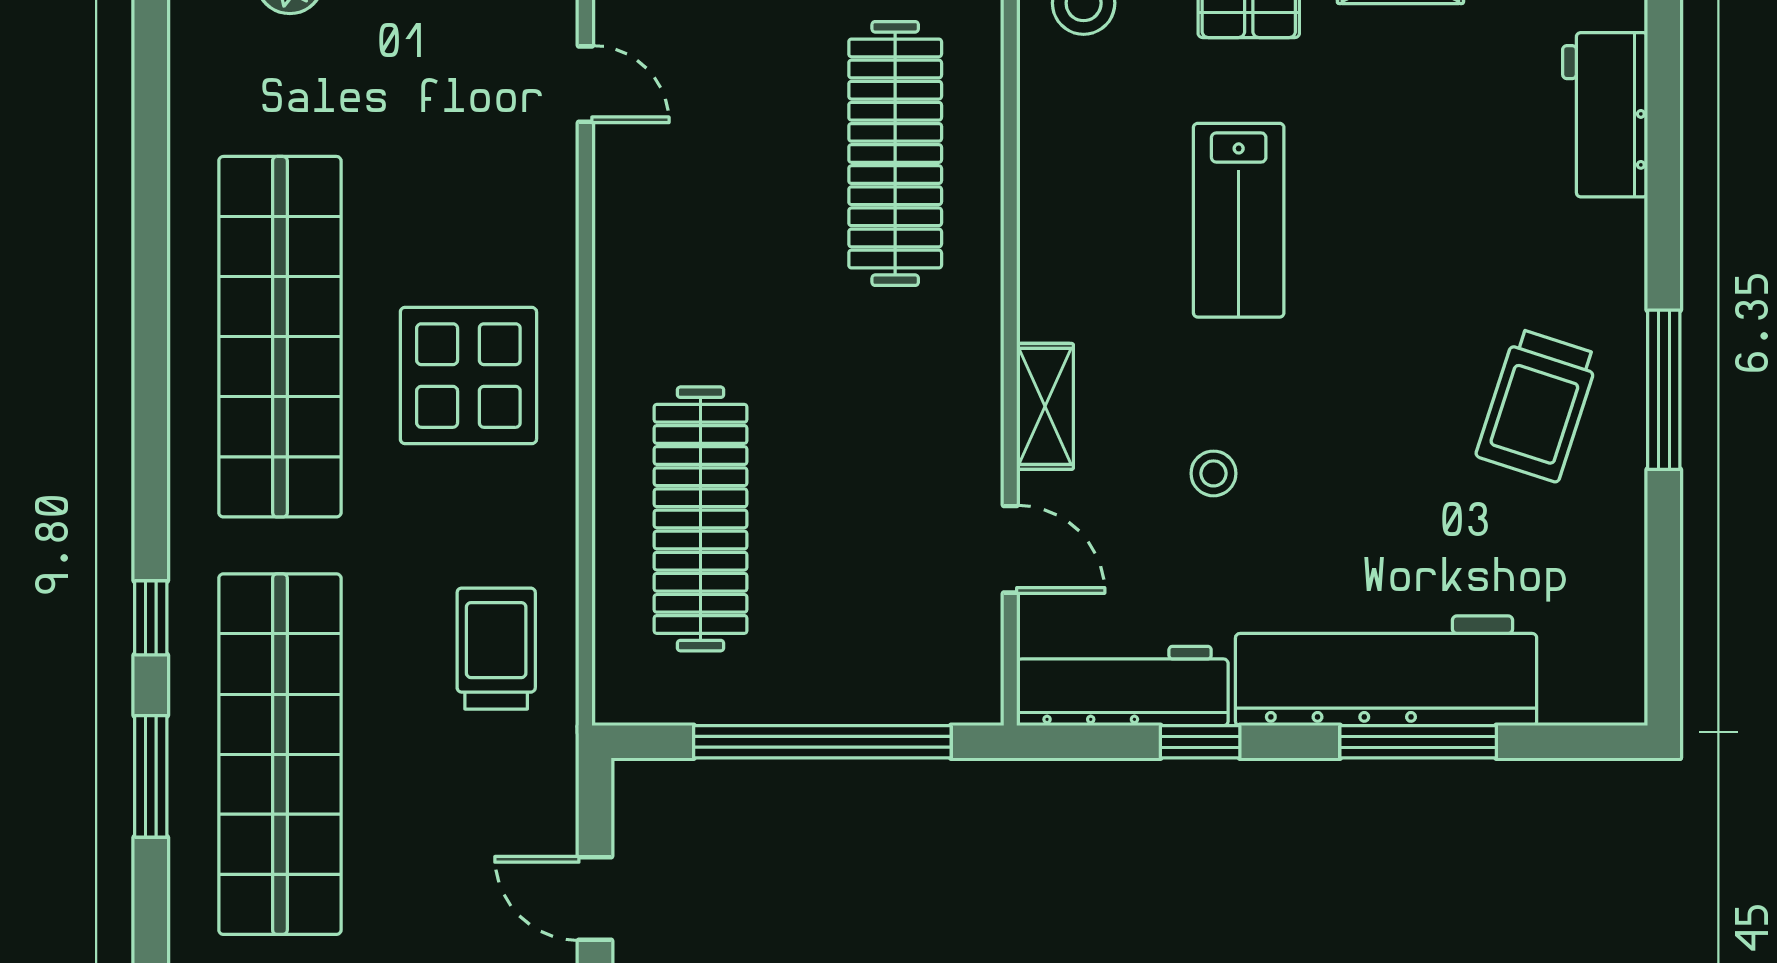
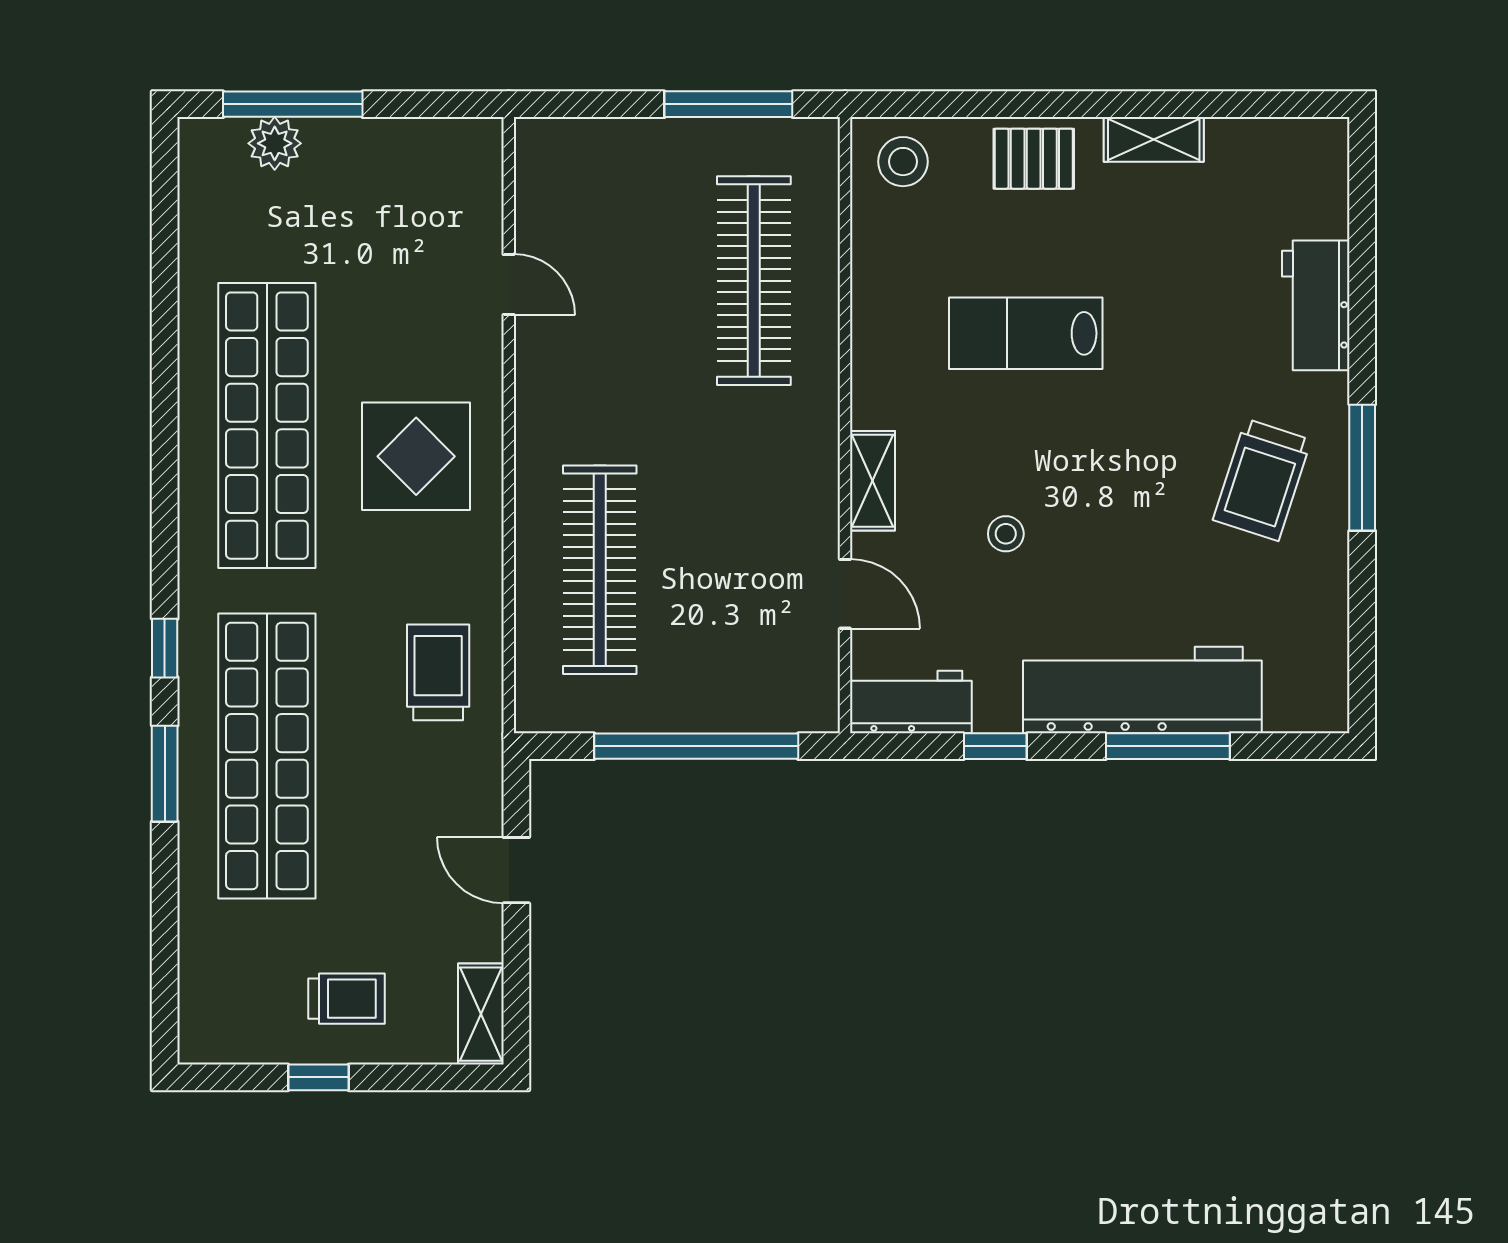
door: (585, 84) -> (509, 284), moved
workbench: (1605, 115) -> (1316, 305), moved
lab bench: (1239, 220) -> (1026, 333), turned 90
workbench: (1122, 686) -> (911, 702), width x0.73

